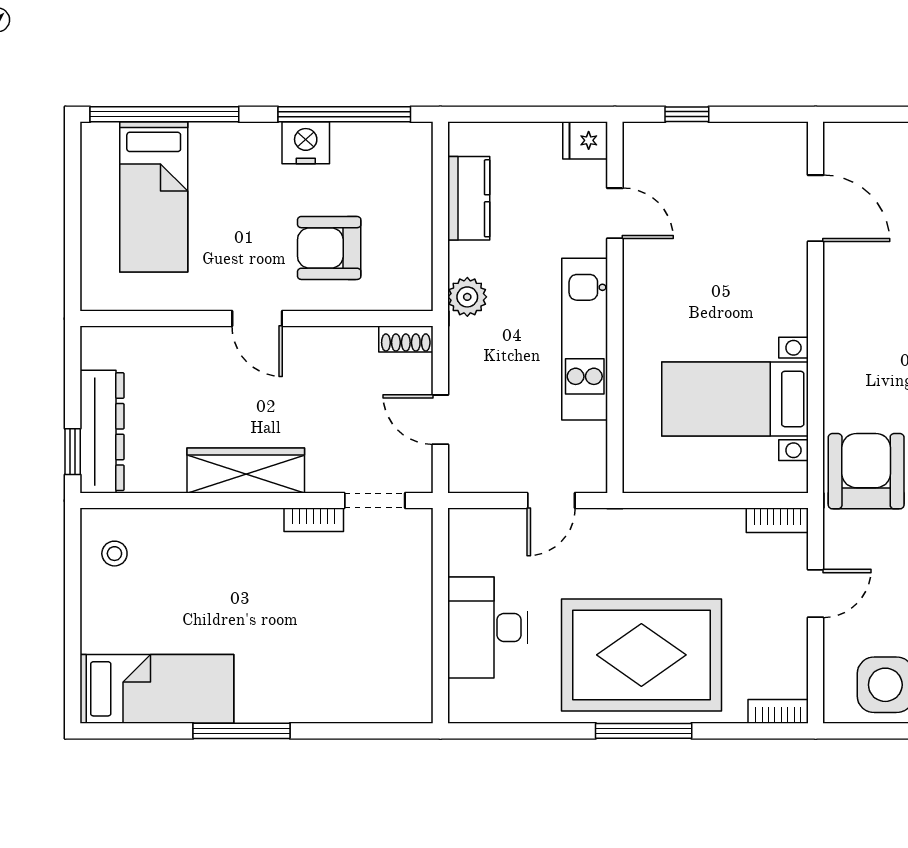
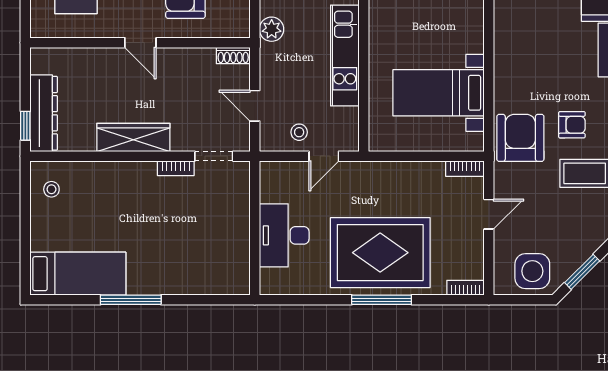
stool: (511, 462) -> (299, 132), added

